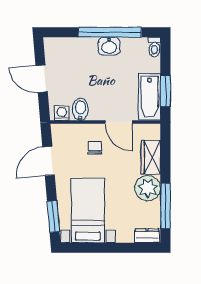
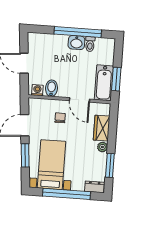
toilet: (154, 47) -> (90, 44), moved
plant: (148, 188) -> (102, 147), width x0.53, depth x0.53
window: (165, 206) -> (110, 165), width x0.69
window: (53, 216) -> (25, 155), moved
window: (111, 248) -> (66, 194), added

